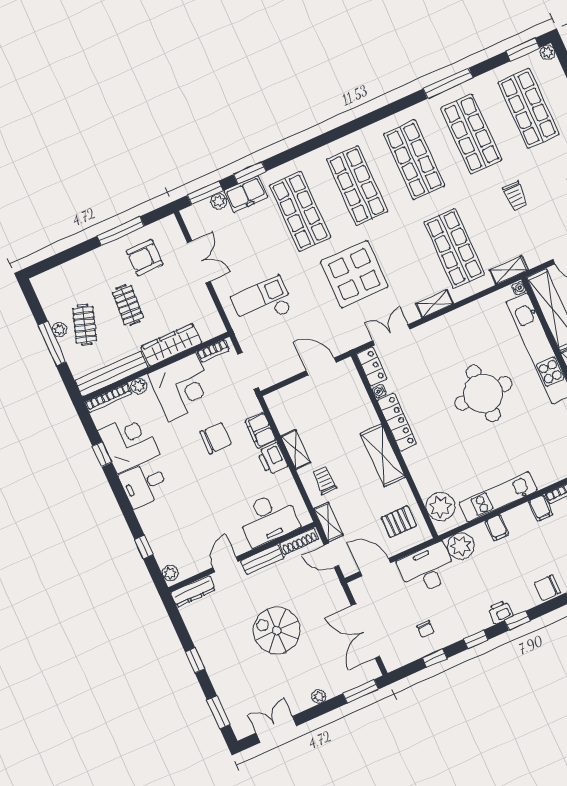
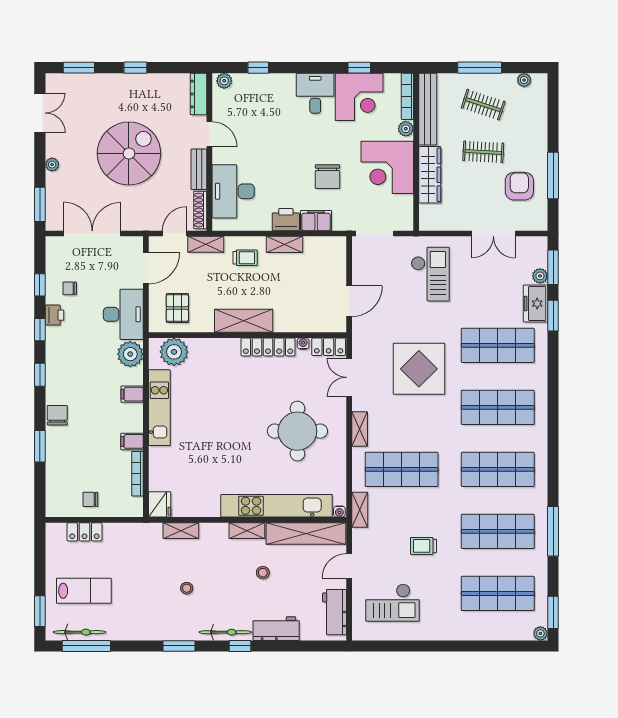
plant: (59, 330) -> (524, 80), moved
double door: (391, 335) -> (349, 377), swing flipped
bookcase: (213, 351) -> (407, 210), removed
round table: (483, 393) -> (297, 431), moved
printer: (500, 612) -> (55, 315), moved
spiral stairs: (277, 631) -> (129, 153), width x1.37, depth x1.37

